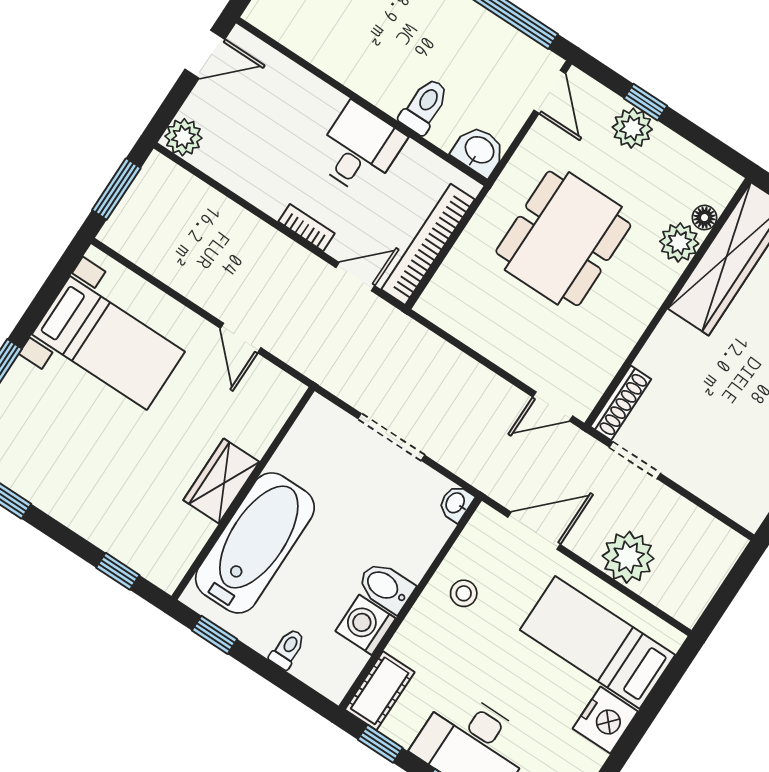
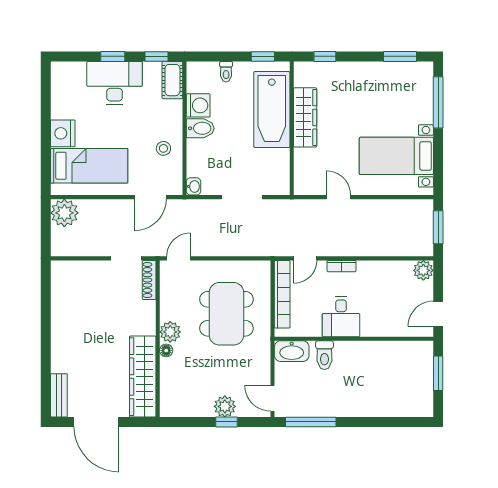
washbasin: (479, 151) -> (292, 351), width x1.38
floor lamp: (705, 218) -> (166, 350), moved
dining table: (563, 238) -> (226, 314), moved
plant: (679, 242) -> (170, 332), moved
wardrobe: (221, 481) -> (305, 117), width x1.50
plant: (628, 557) -> (64, 213), moved

